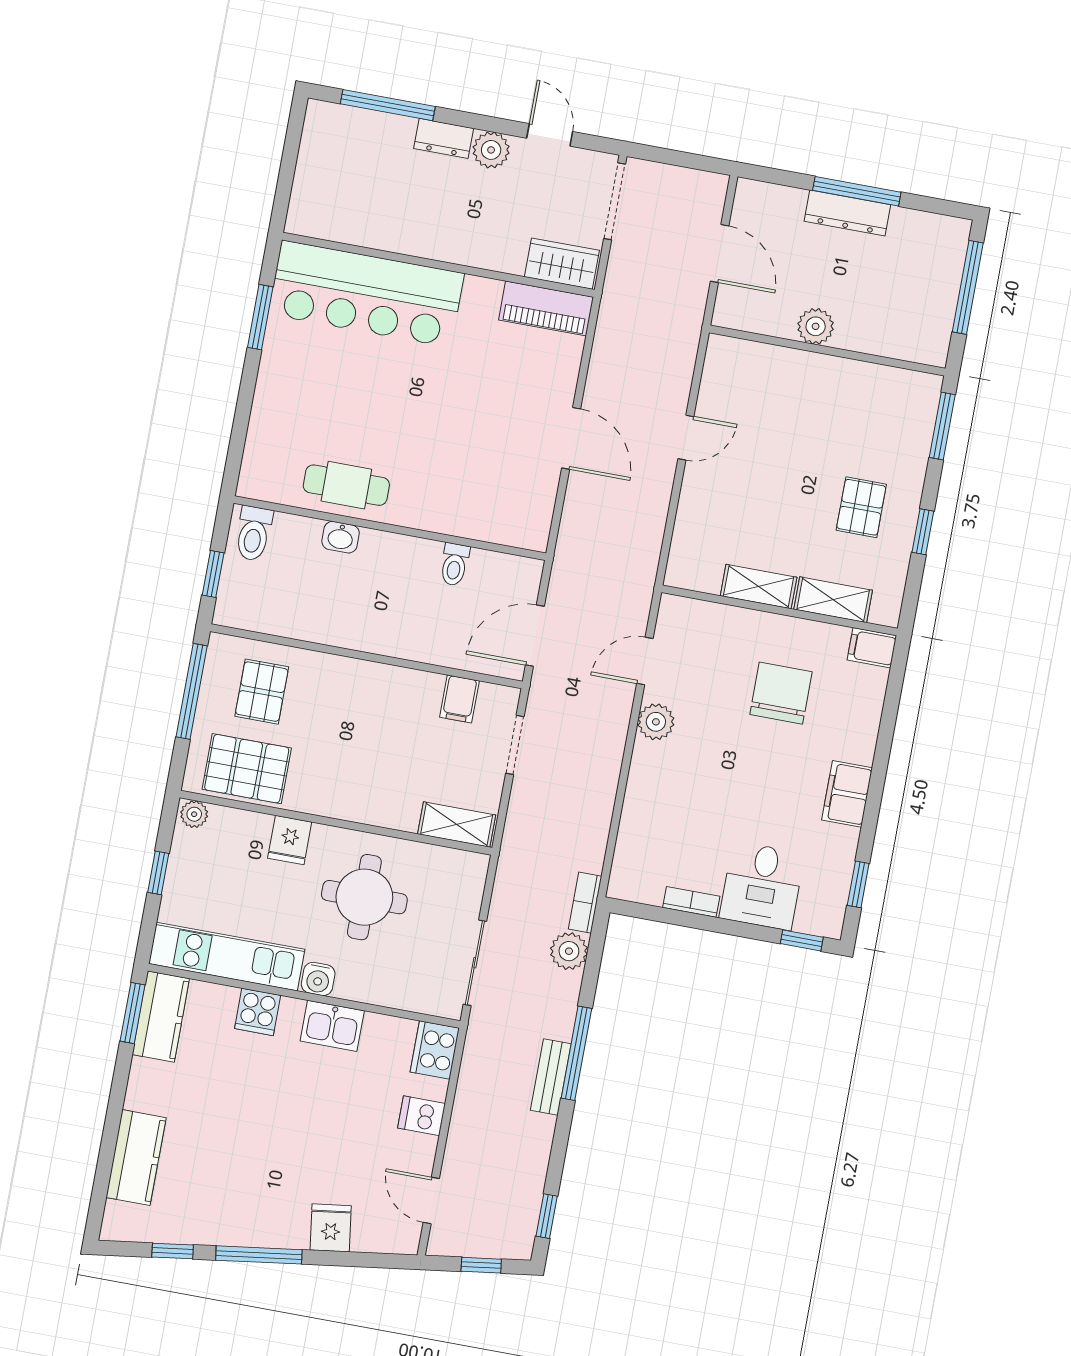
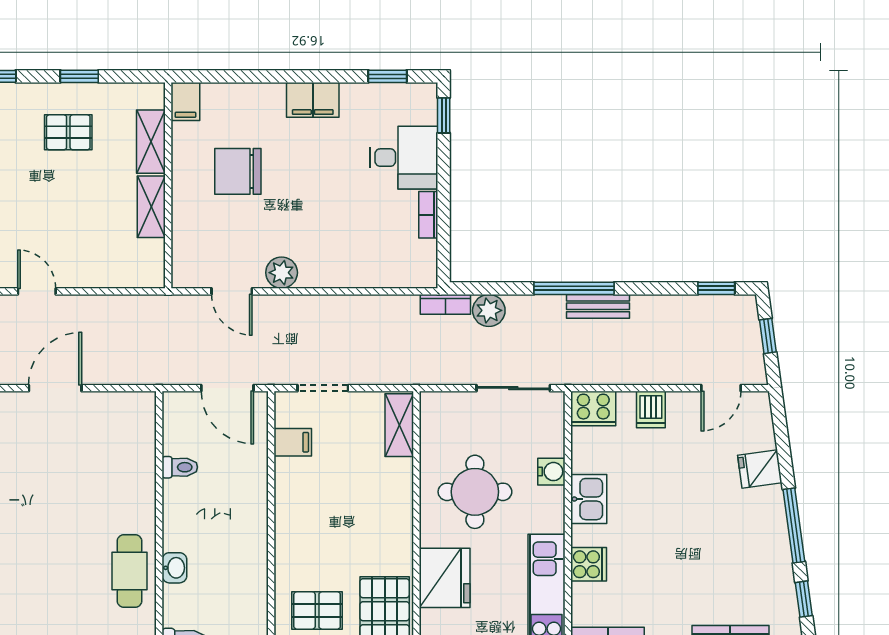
fridge: (290, 840) -> (445, 578), width x1.88, depth x1.34
water cooler: (318, 979) -> (551, 472), moved

